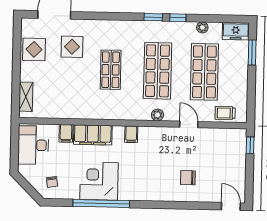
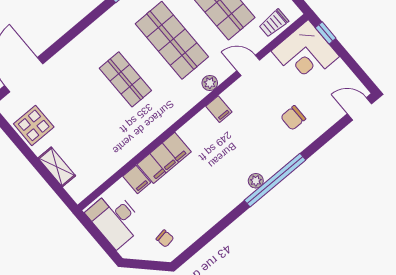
display table: (72, 47) -> (68, 90), removed
shelving: (26, 97) -> (57, 167), moved
filing cabinet: (131, 134) -> (219, 109), moved
corner desk: (99, 181) -> (305, 54), moved, turned -90
plant: (134, 195) -> (256, 181), added
window: (101, 203) -> (275, 180), moved

